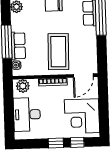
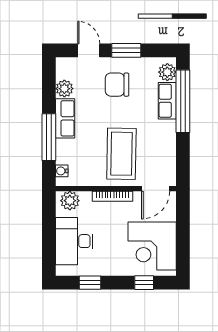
row of seats: (18, 46) -> (65, 118), moved
window: (56, 143) -> (90, 283), moved

